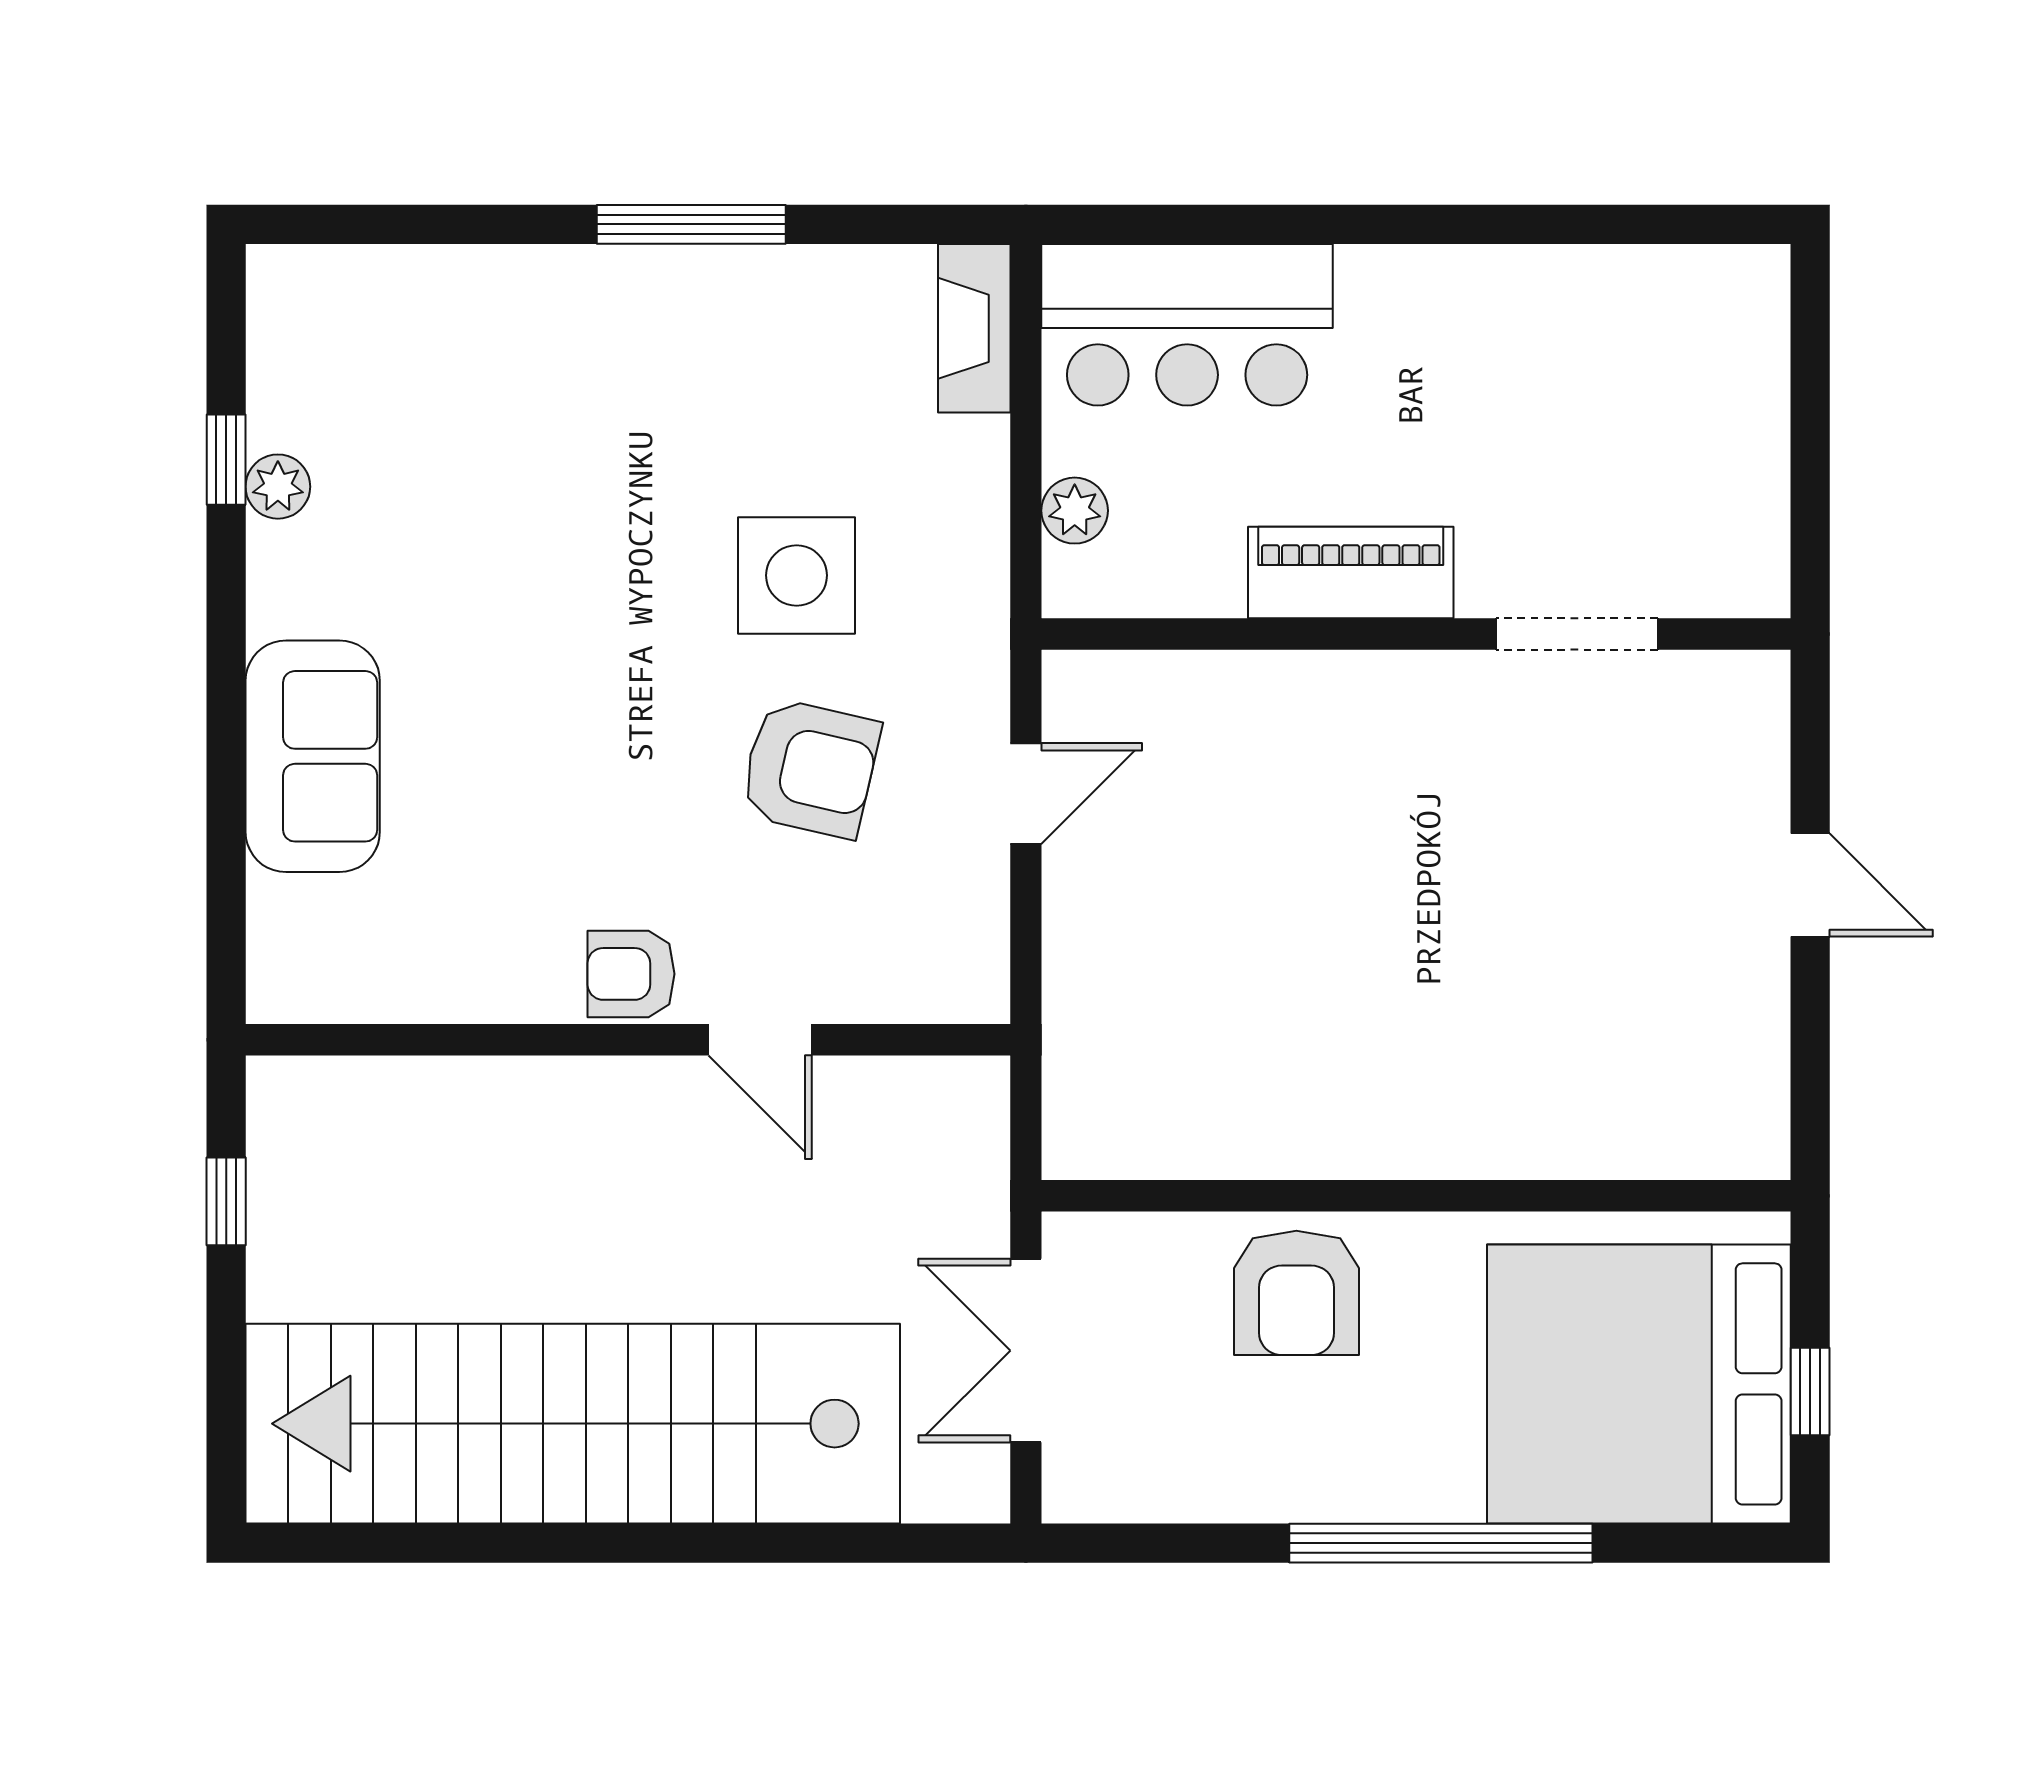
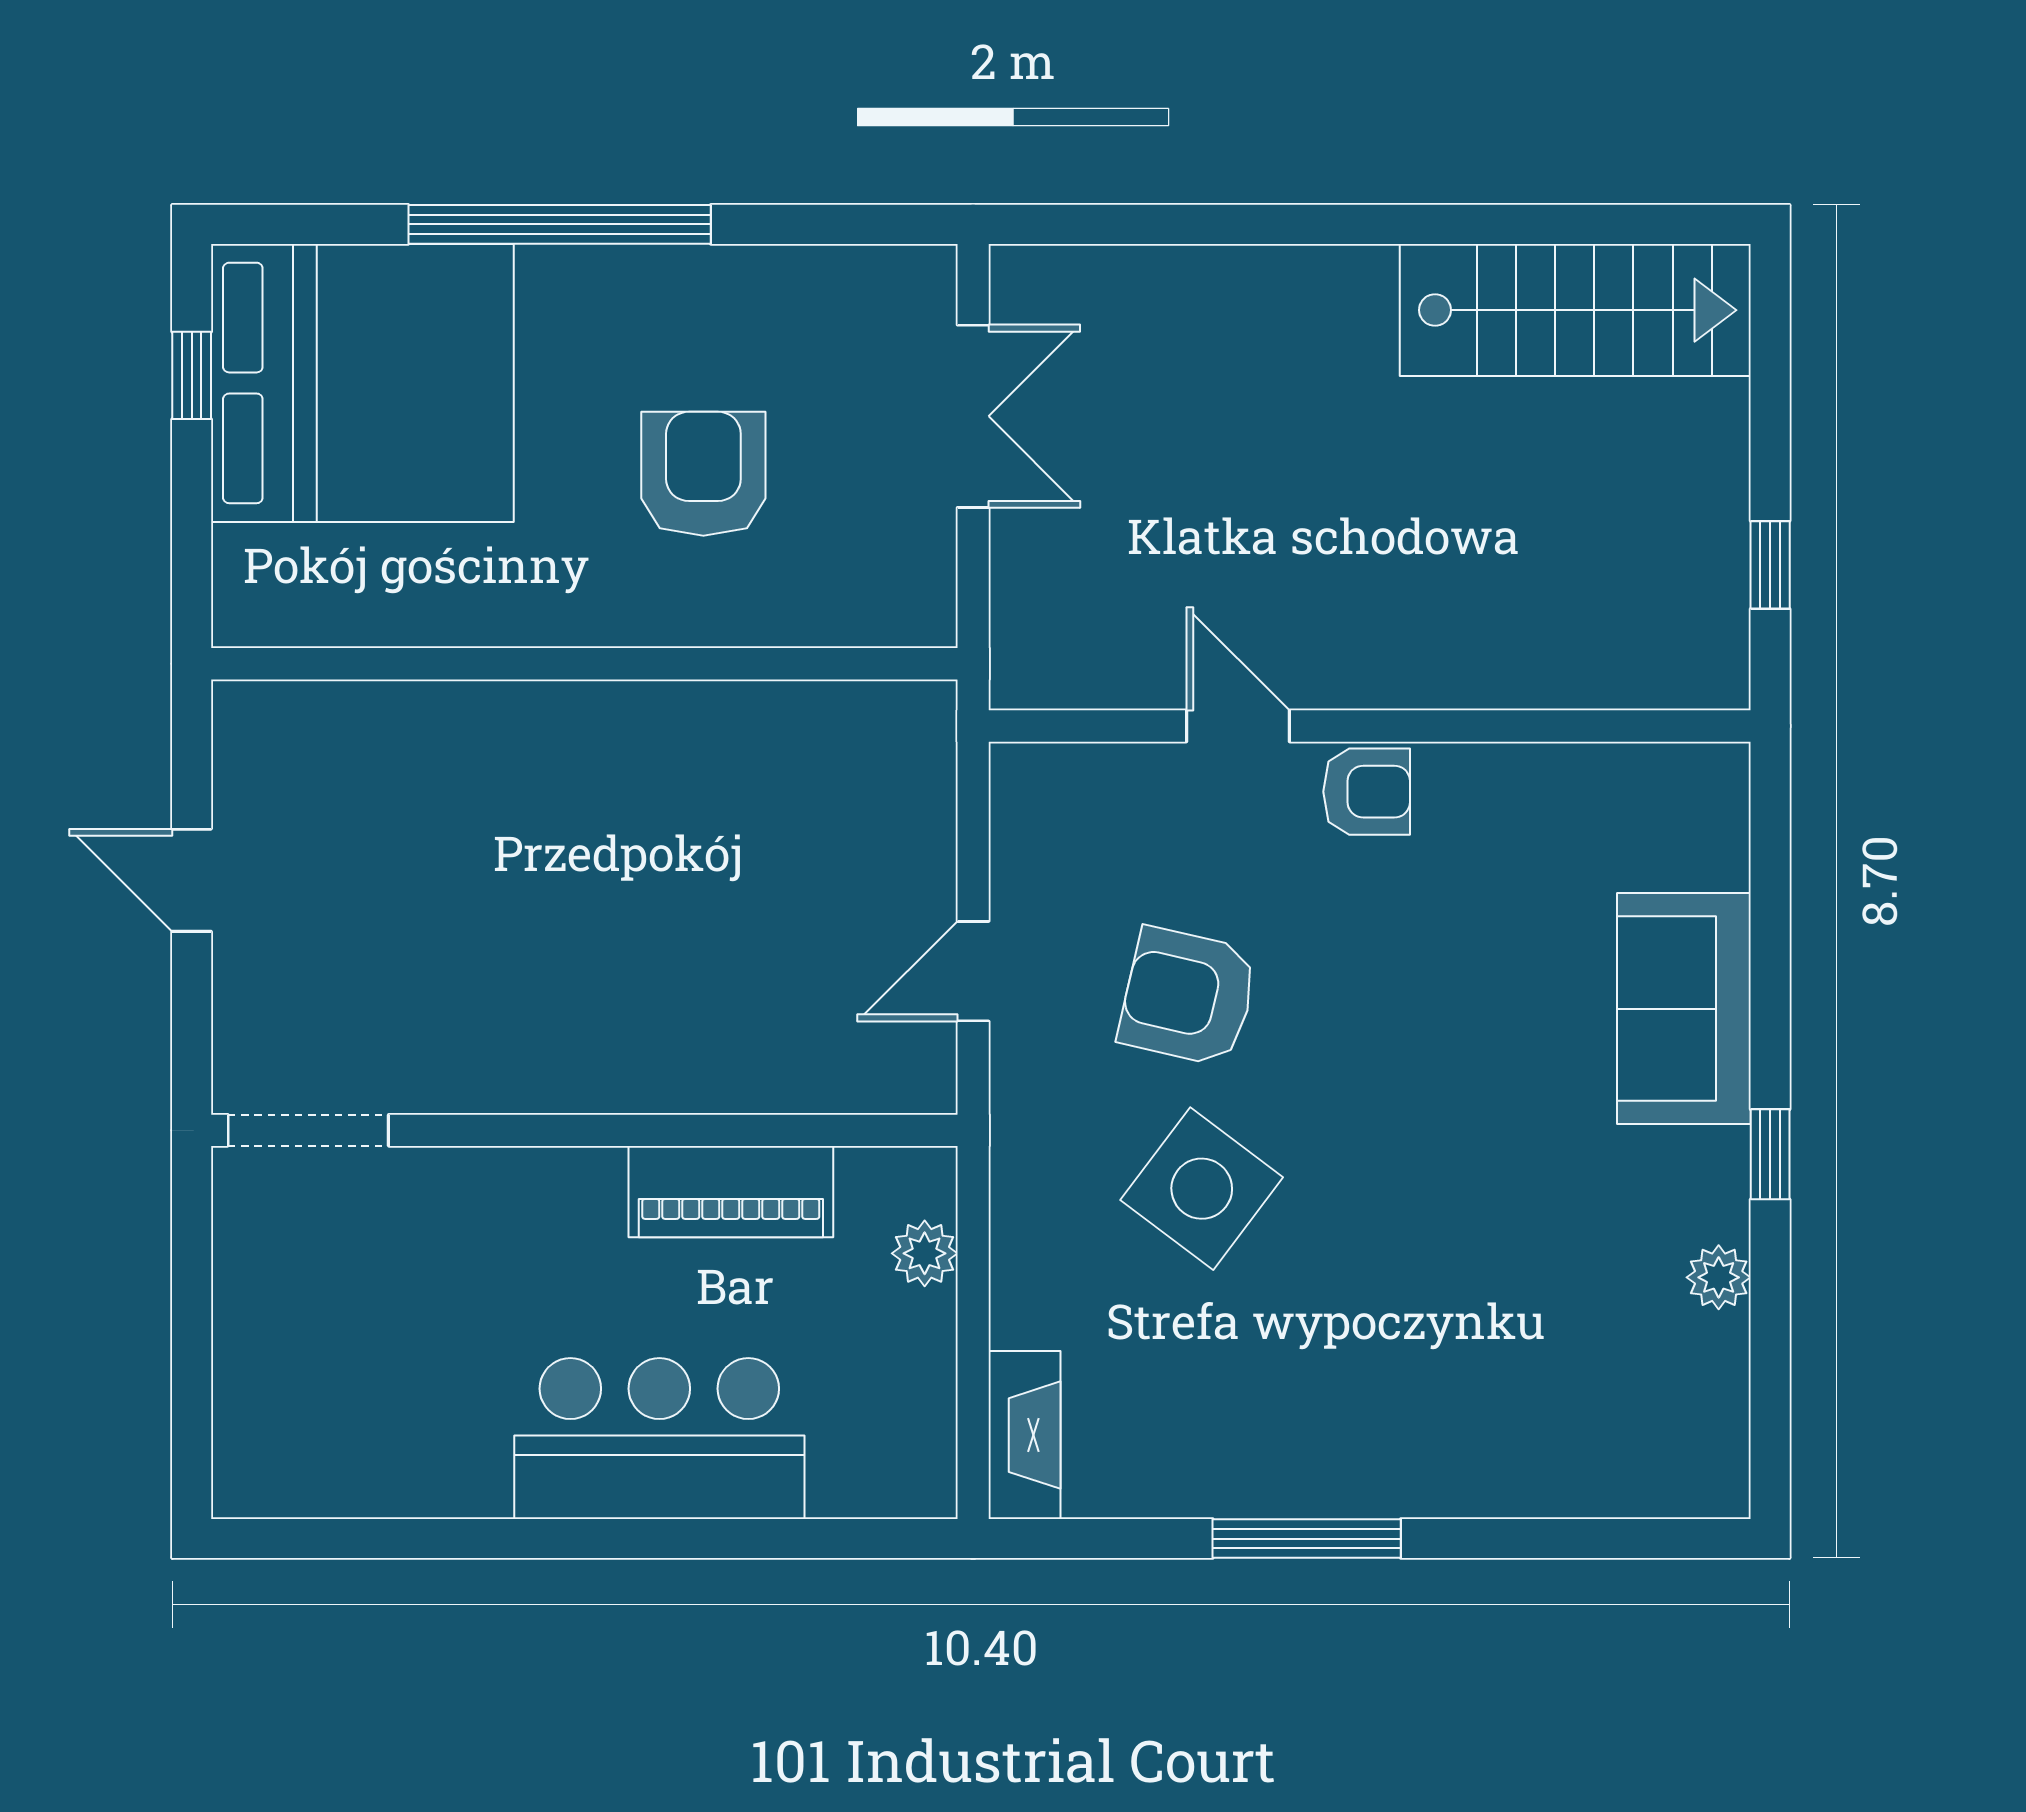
bar counter: (1187, 325) -> (659, 1439), moved
window: (226, 460) -> (1770, 1154), moved
piano: (1351, 573) -> (731, 1192), moved
side table: (797, 575) -> (1202, 1189), turned 37
doorway: (1577, 634) -> (308, 1130), moved
wall: (1416, 1196) -> (584, 664), moved
stairs: (573, 1424) -> (1575, 310), width x0.54, depth x0.66

